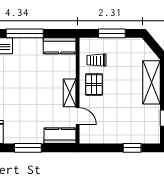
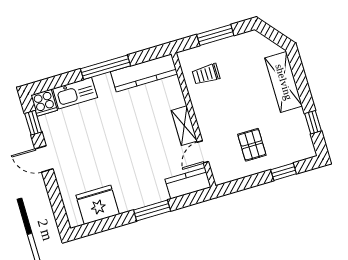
kitchen counter: (60, 46) -> (144, 73), width x1.50
pallet: (94, 85) -> (252, 145), moved
door: (78, 116) -> (203, 152), swing flipped

